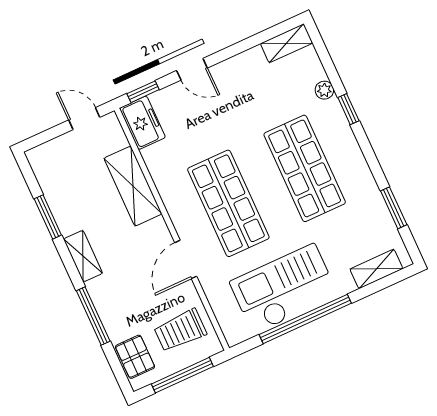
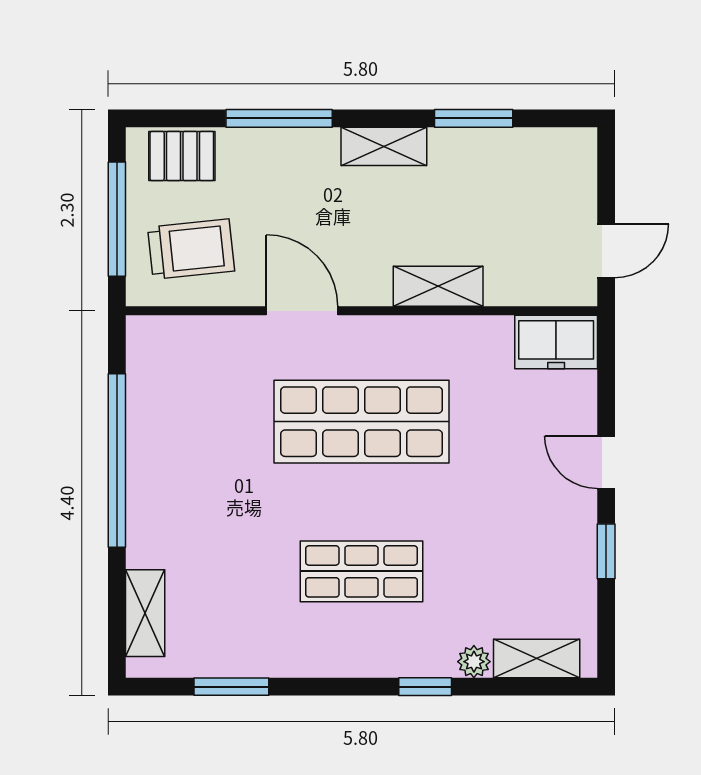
shelving: (286, 43) -> (537, 659), moved, turned 90
door: (192, 69) -> (606, 462), hinge flipped
window: (143, 92) -> (606, 551), moved
shop shelf: (305, 168) -> (361, 571), width x0.70, depth x0.74
shelving: (133, 186) -> (438, 286), width x0.67, depth x0.75
checkout: (284, 289) -> (182, 448), removed
trolley: (180, 330) -> (191, 249), turned 84

